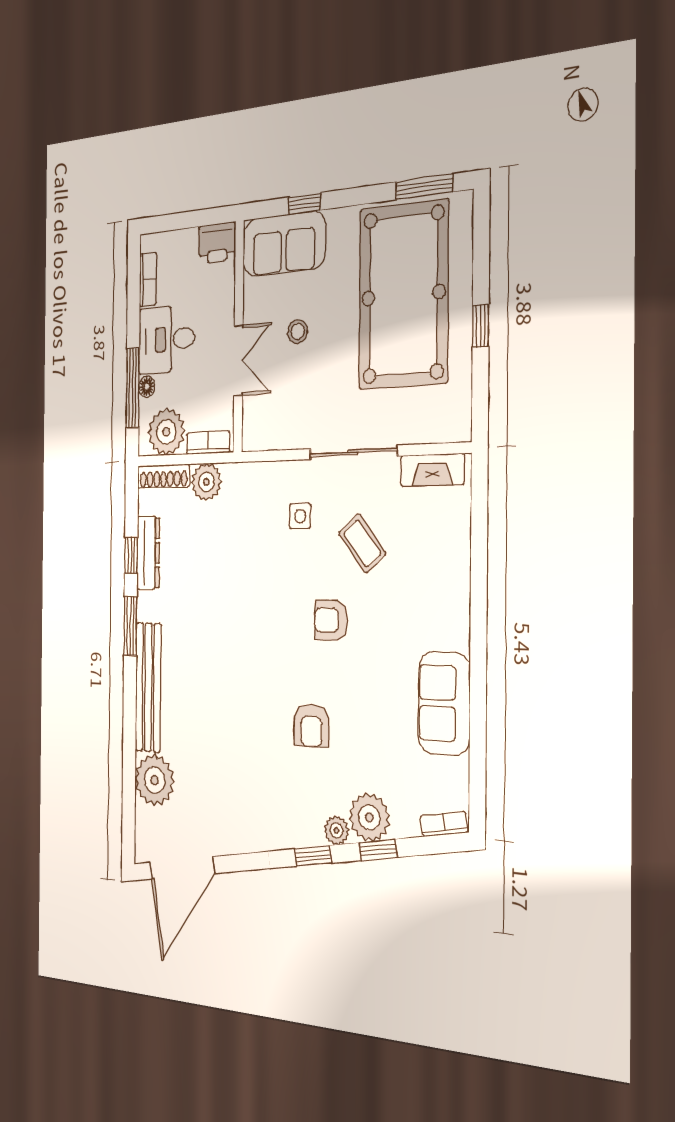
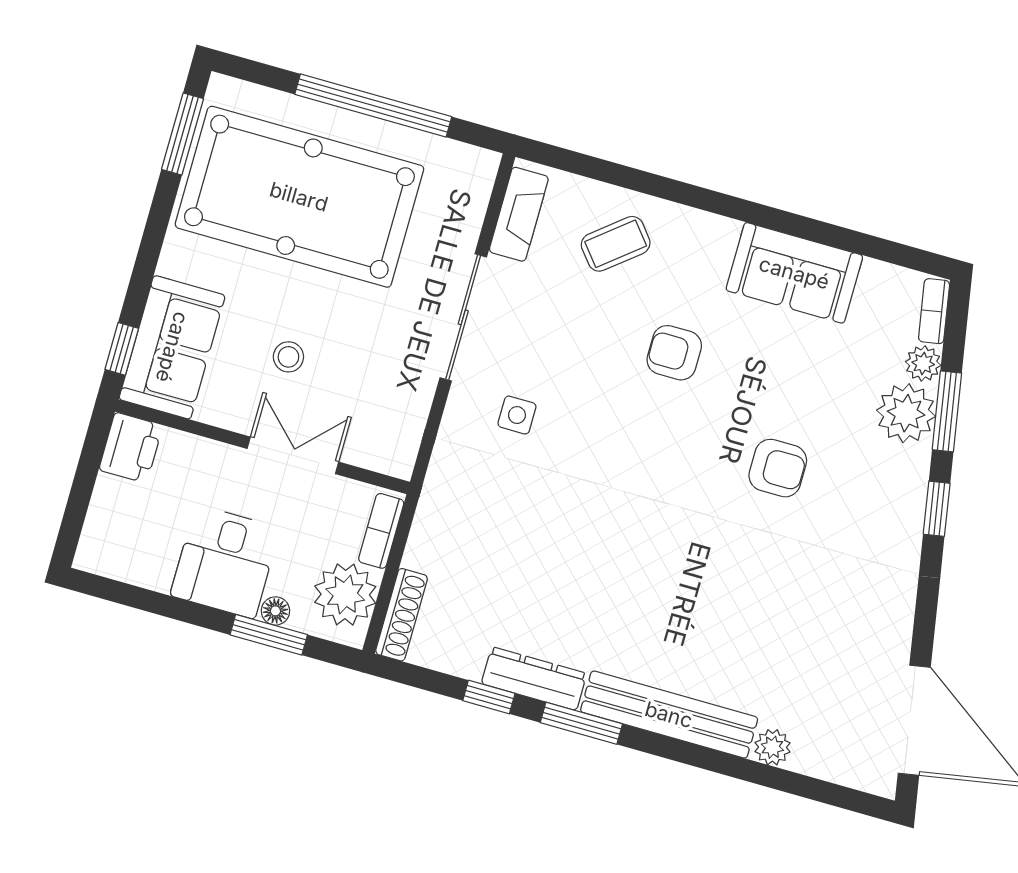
window: (304, 204) -> (122, 349), moved
bookcase: (148, 279) -> (135, 571), removed
window: (481, 326) -> (373, 106), width x3.17
window: (133, 388) -> (269, 635), width x0.69
plant: (206, 482) -> (431, 547), removed
coffee table: (362, 543) -> (616, 244), moved
dresser: (148, 553) -> (534, 679), moved
armchair: (331, 620) -> (674, 353), moved, turned 90
plant: (155, 780) -> (772, 747), width x0.53, depth x0.53
plant: (336, 830) -> (923, 363), moved
window: (378, 850) -> (947, 411), width x1.50

